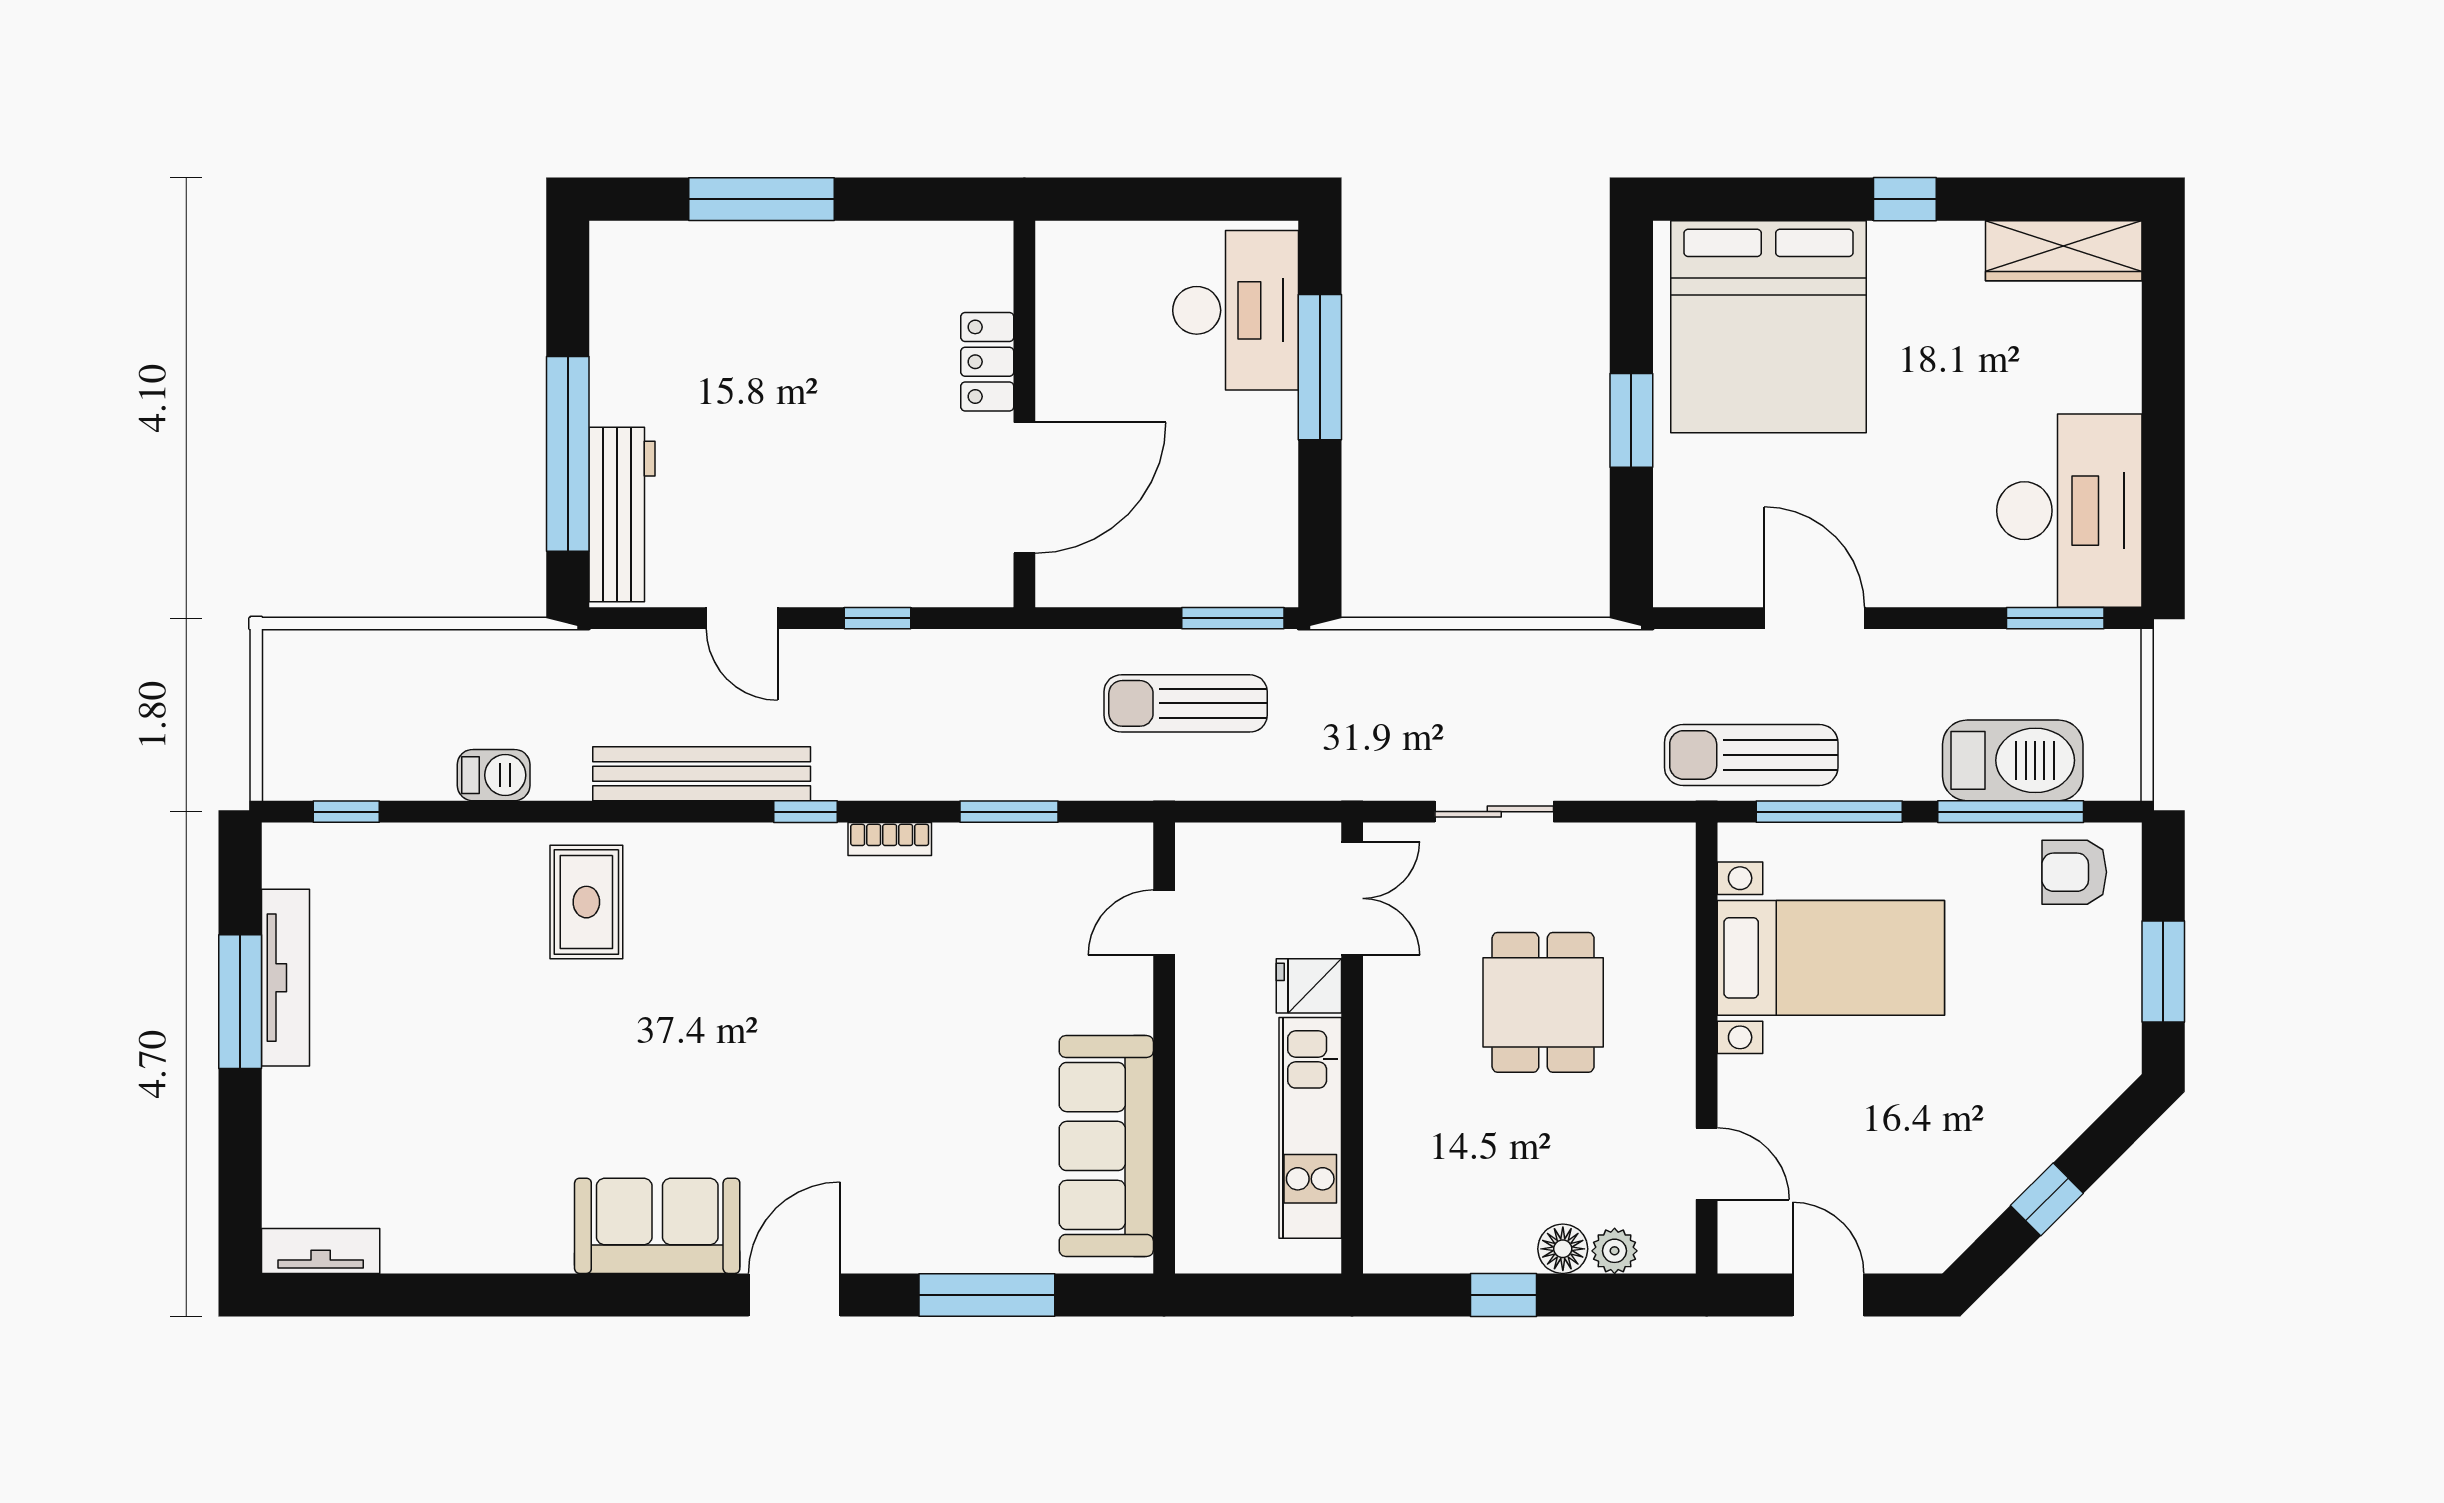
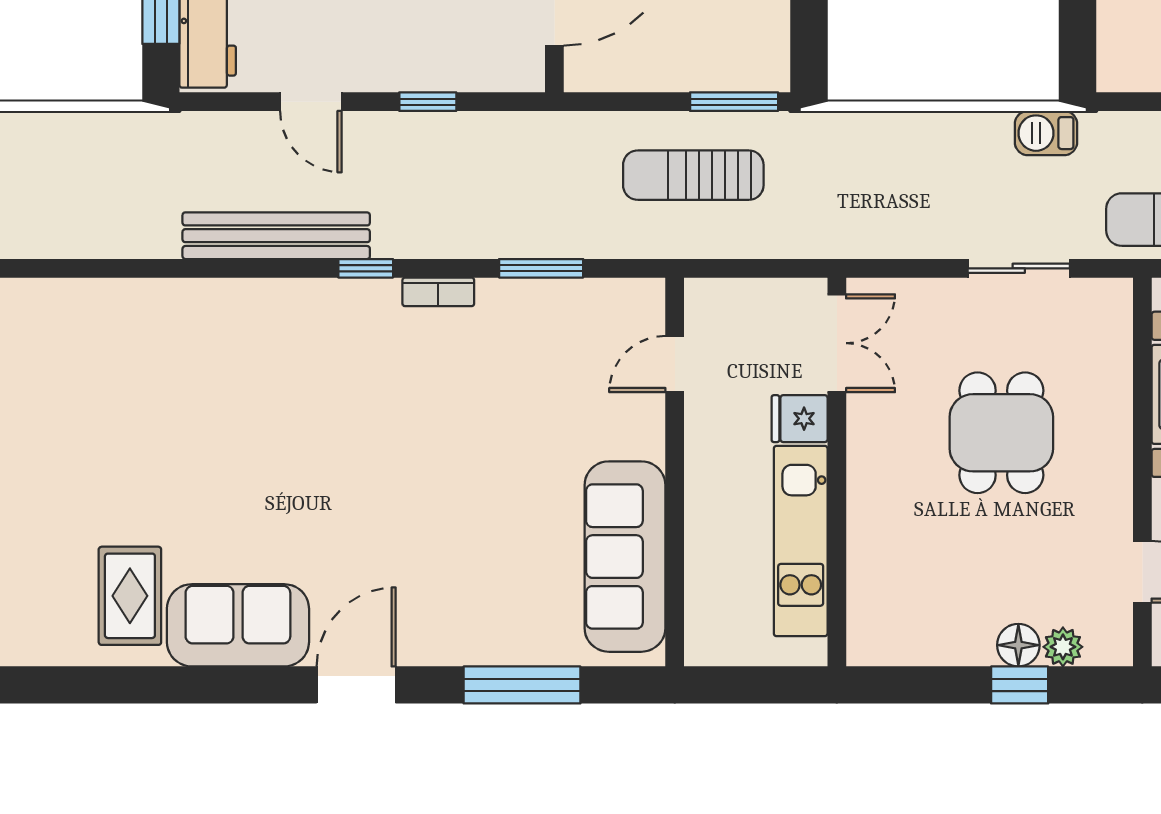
barbecue: (494, 775) -> (1046, 133), moved, turned 180
sliding door: (1494, 812) -> (1019, 268), moved
rug: (586, 902) -> (130, 596), moved
window: (1503, 1295) -> (1020, 685), moved

